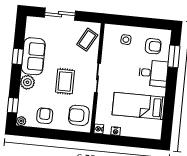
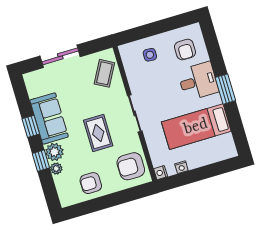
armchair: (153, 46) -> (185, 50), turned 90
window: (174, 56) -> (225, 89), moved
window: (13, 105) -> (41, 161), moved
armchair: (45, 116) -> (91, 183), turned -90
plant: (21, 121) -> (56, 169), moved

